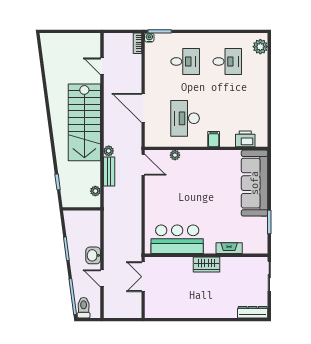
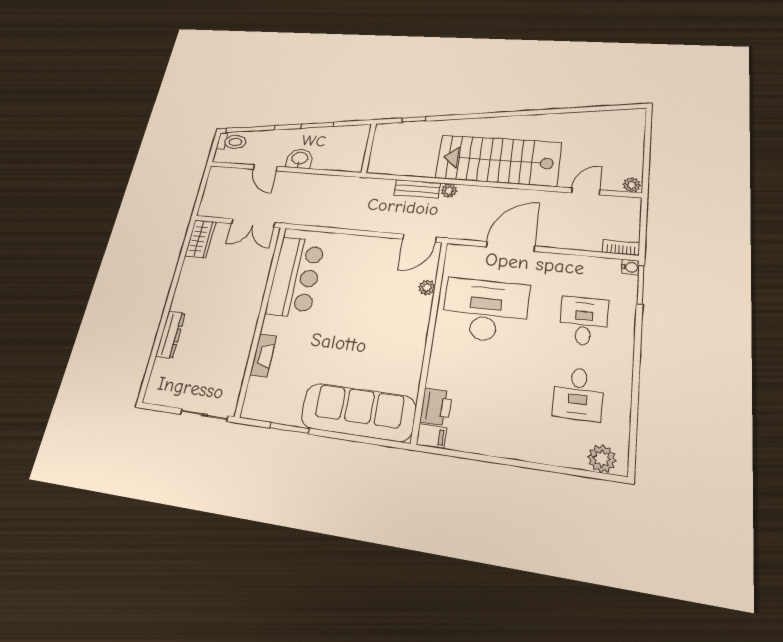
desk: (185, 61) -> (584, 321), turned 180
desk: (185, 118) -> (485, 310), width x1.36, depth x1.30
filing cabinet: (214, 139) -> (431, 436), moved
plant: (95, 191) -> (632, 185), moved
wardrobe: (207, 264) -> (200, 239), moved, turned 180
double door: (143, 277) -> (253, 223), swing flipped
door: (102, 278) -> (265, 168), swing flipped
dresser: (253, 312) -> (170, 334), moved

